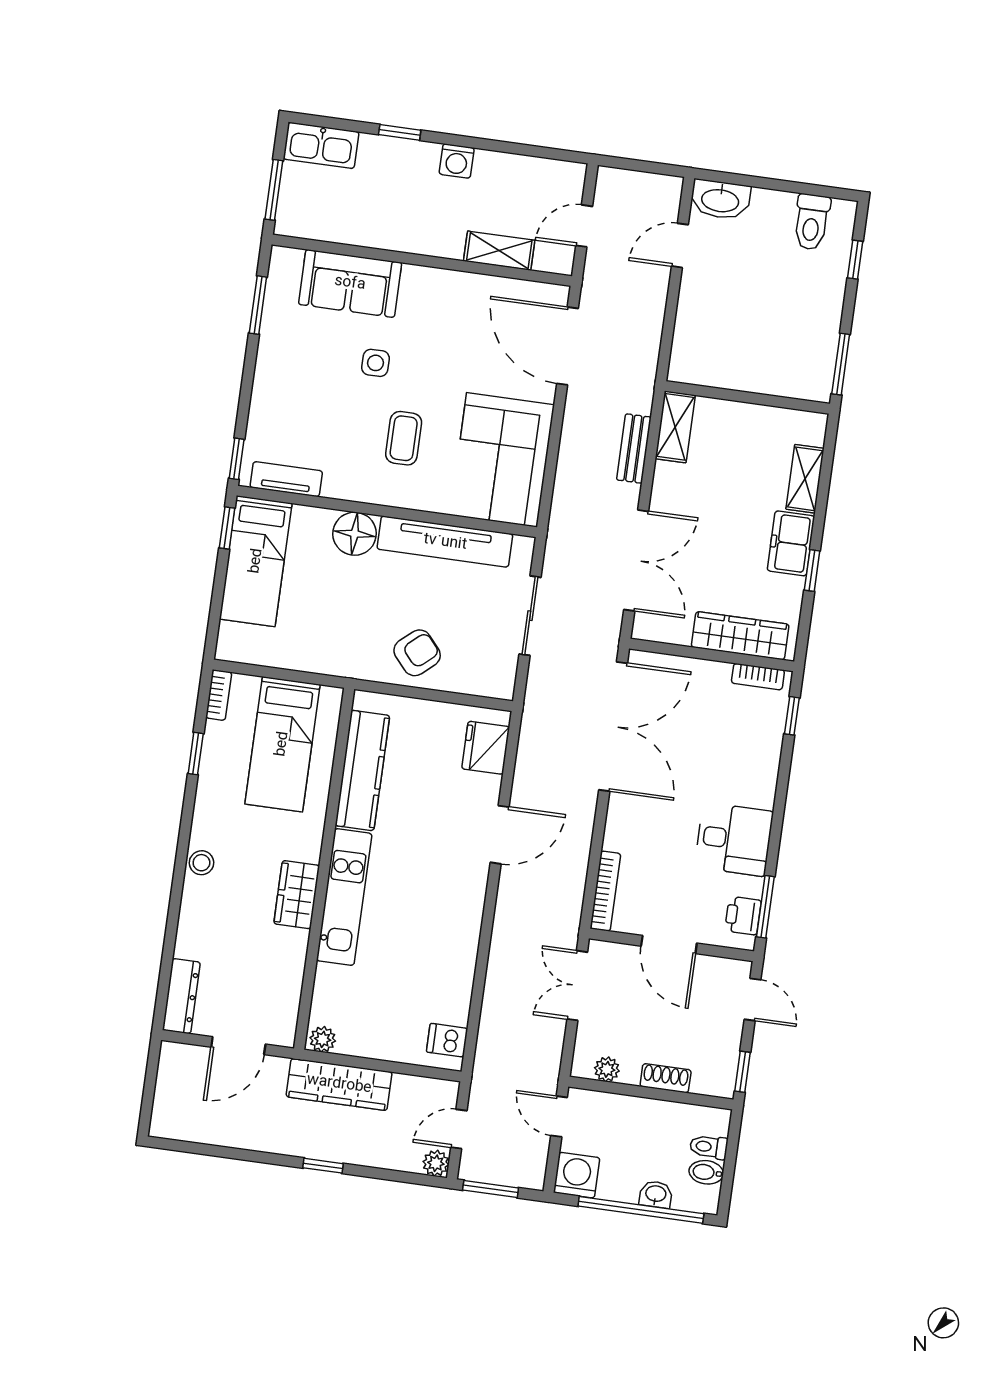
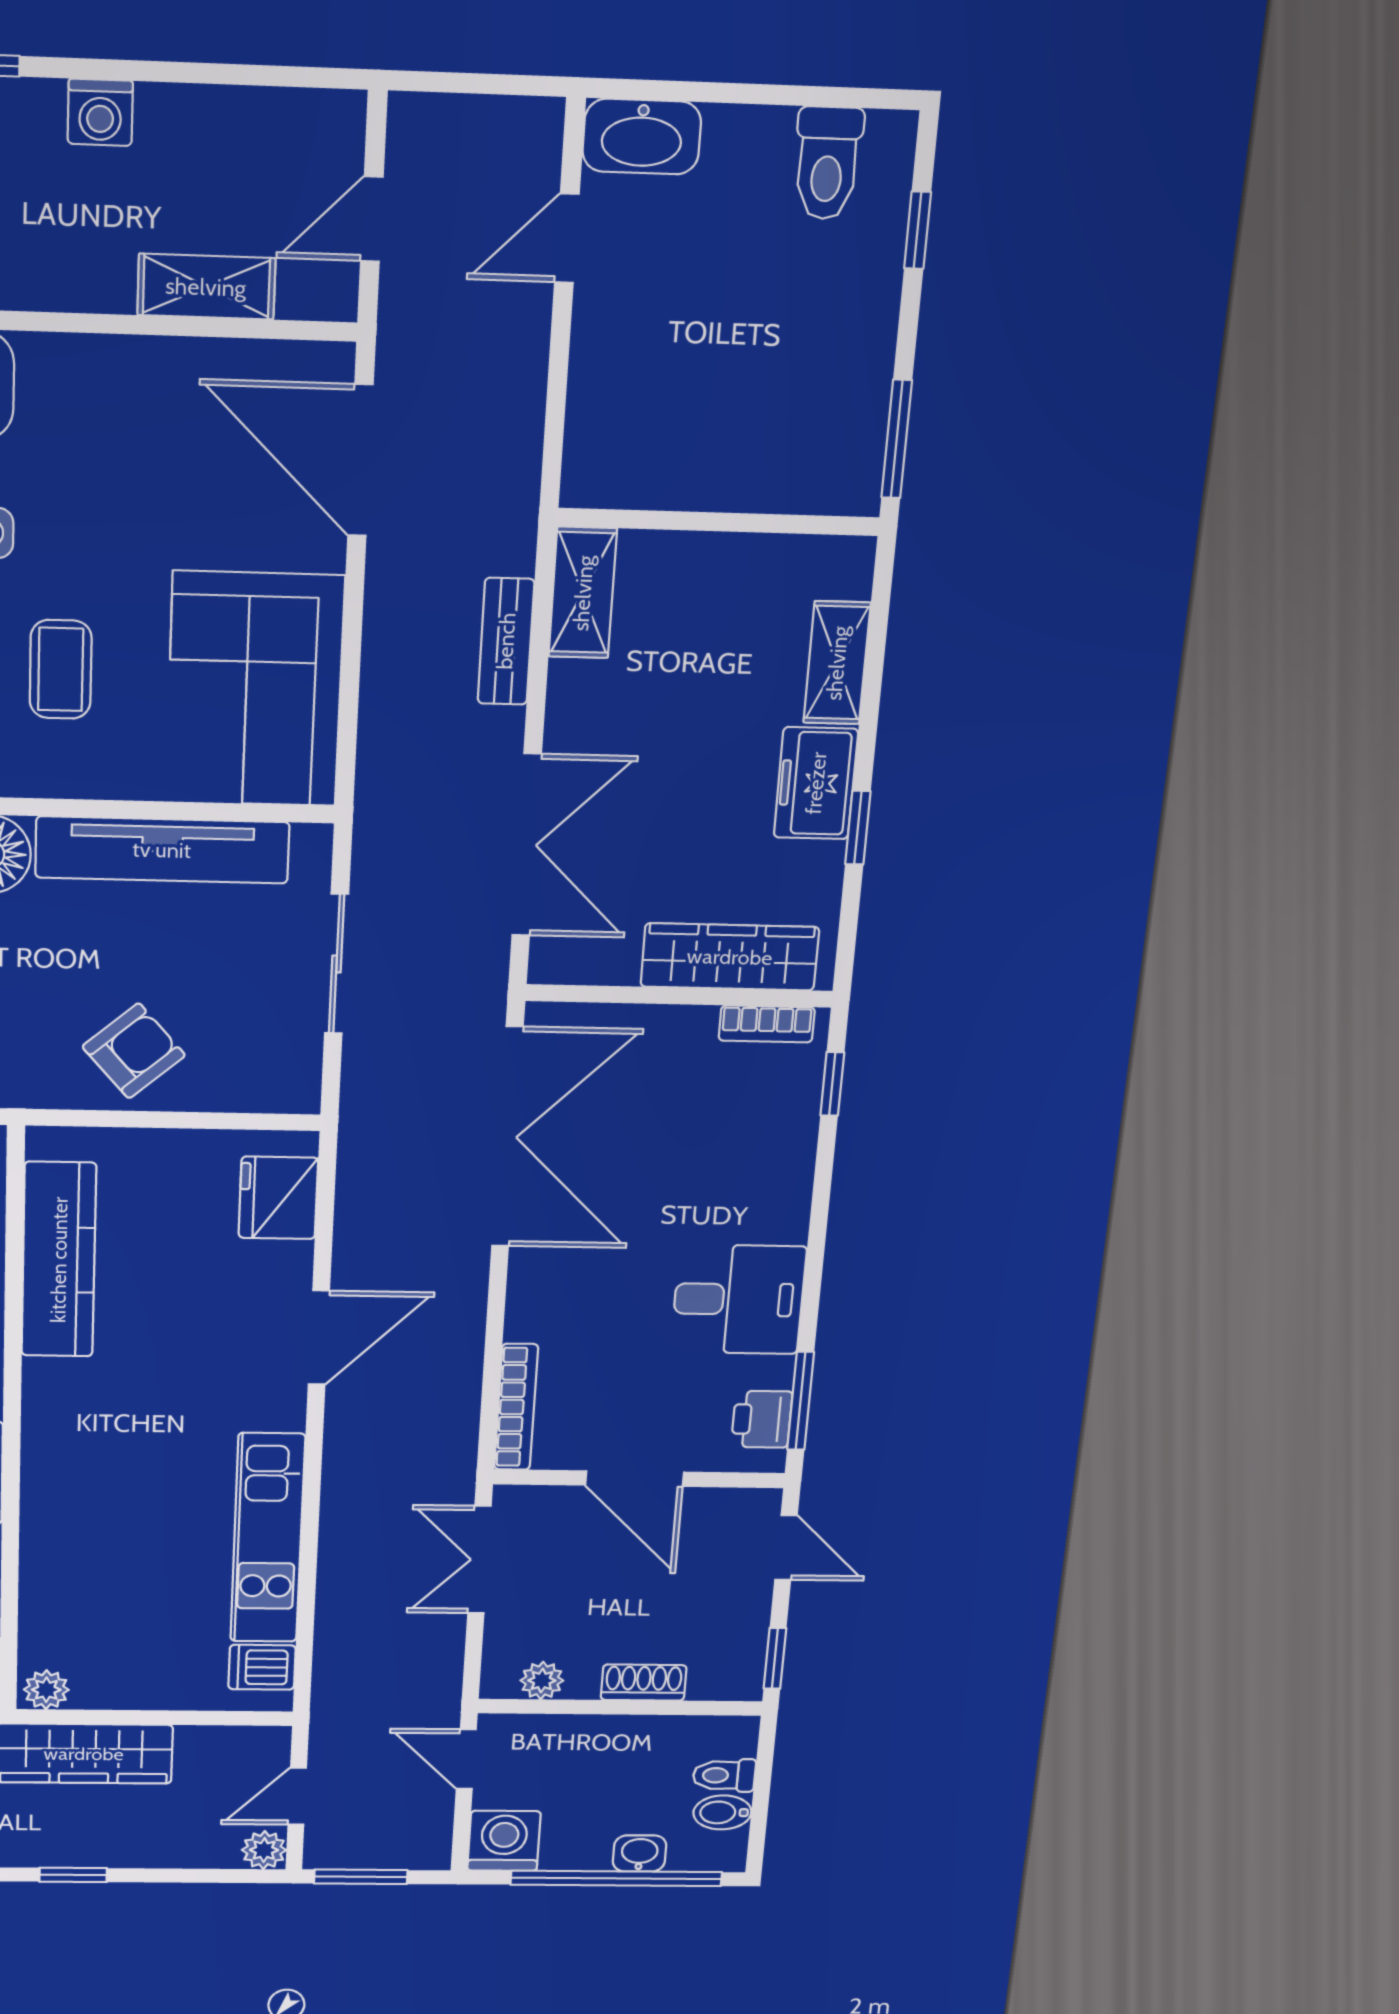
kitchen unit: (344, 897) -> (268, 1538), moved, turned 180

